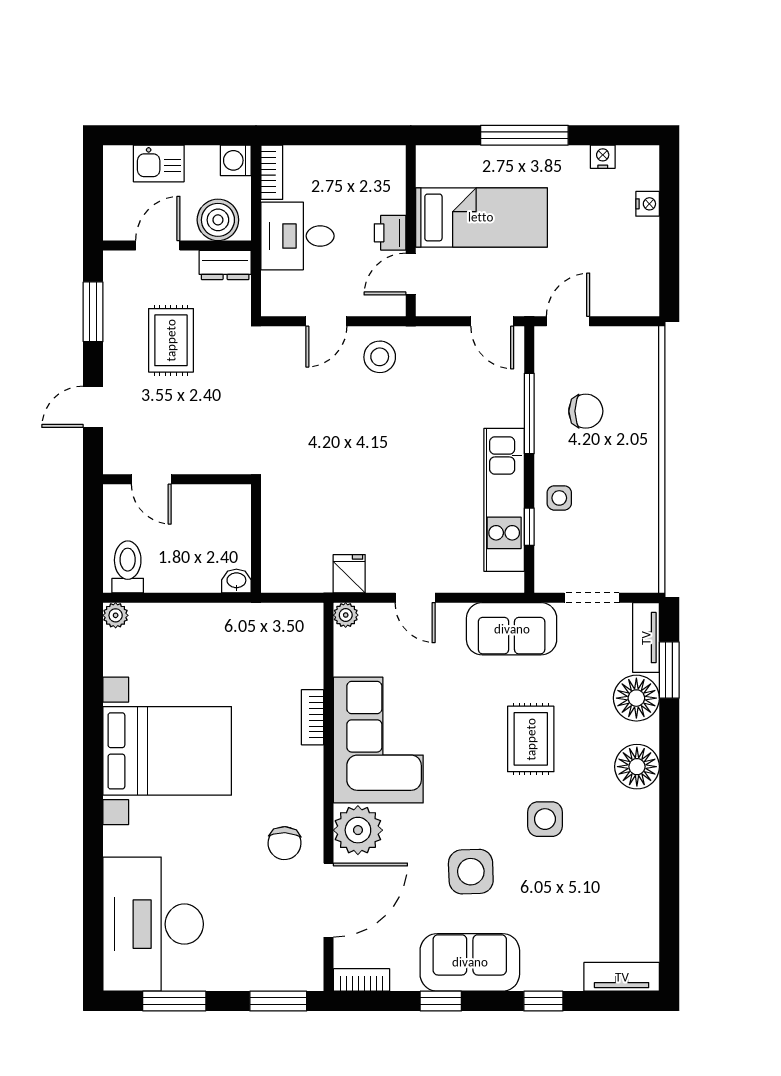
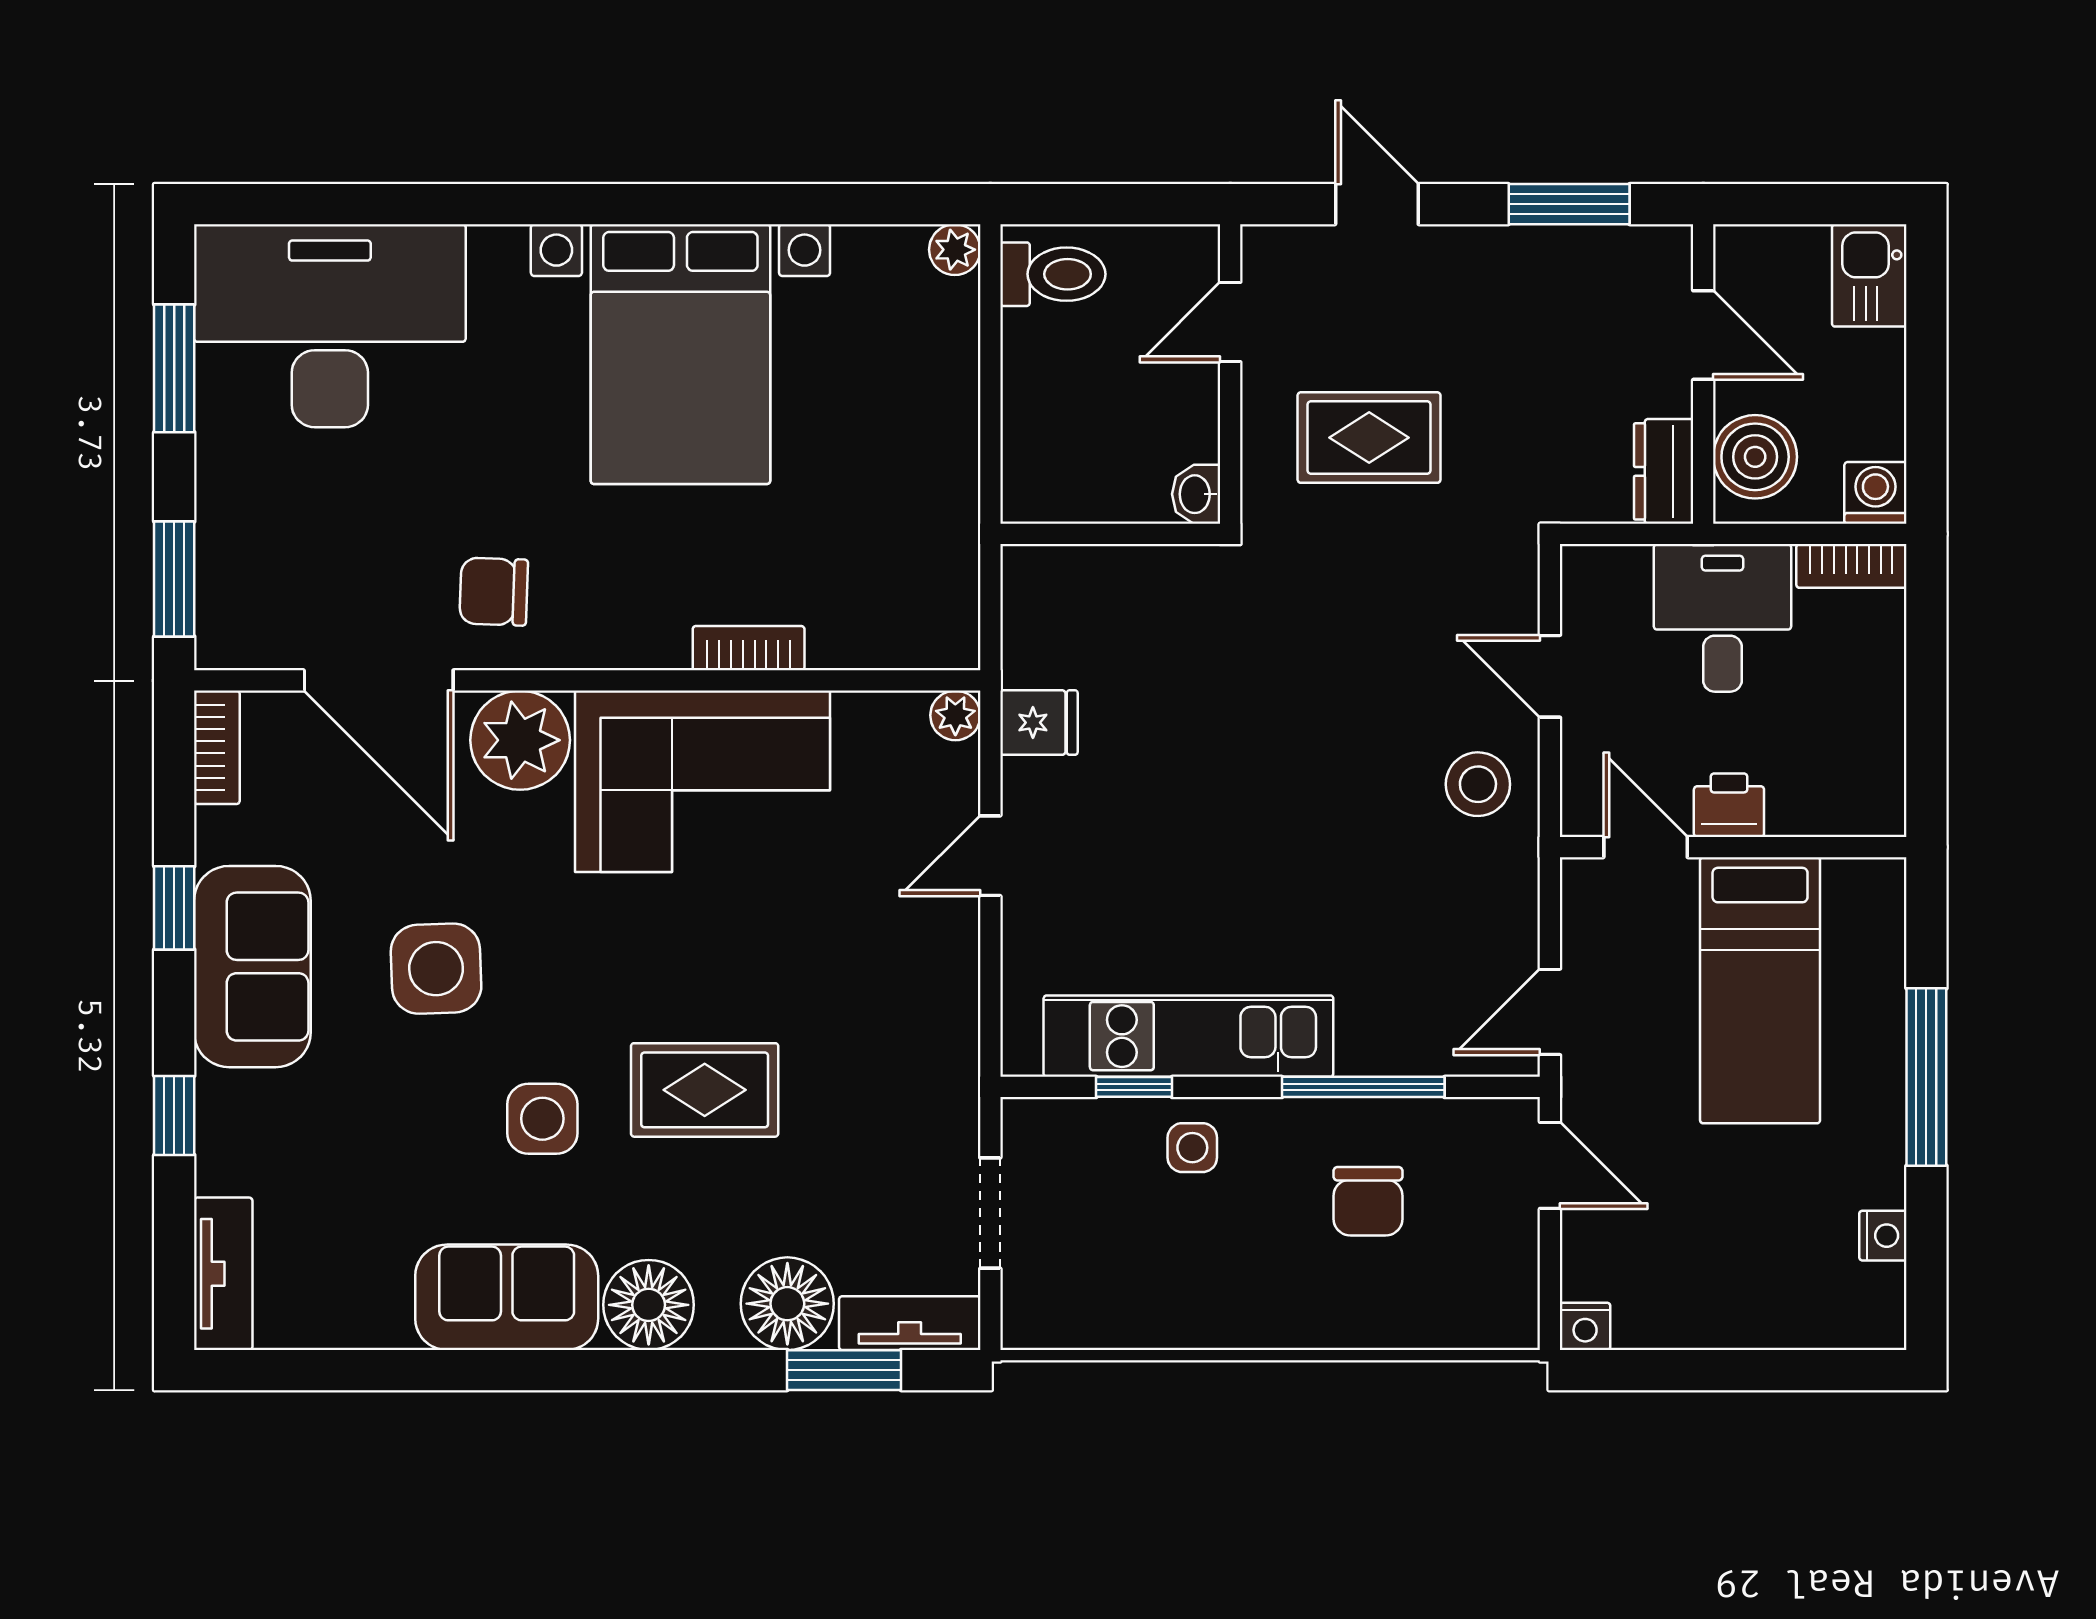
kitchen sink: (159, 163) -> (1869, 275), moved
nightstand: (648, 204) -> (1585, 1326), moved
rug: (171, 340) -> (1369, 438), moved
washbasin: (236, 581) -> (1196, 494), moved, turned 180
sofa: (512, 629) -> (507, 1297), moved, turned 90

